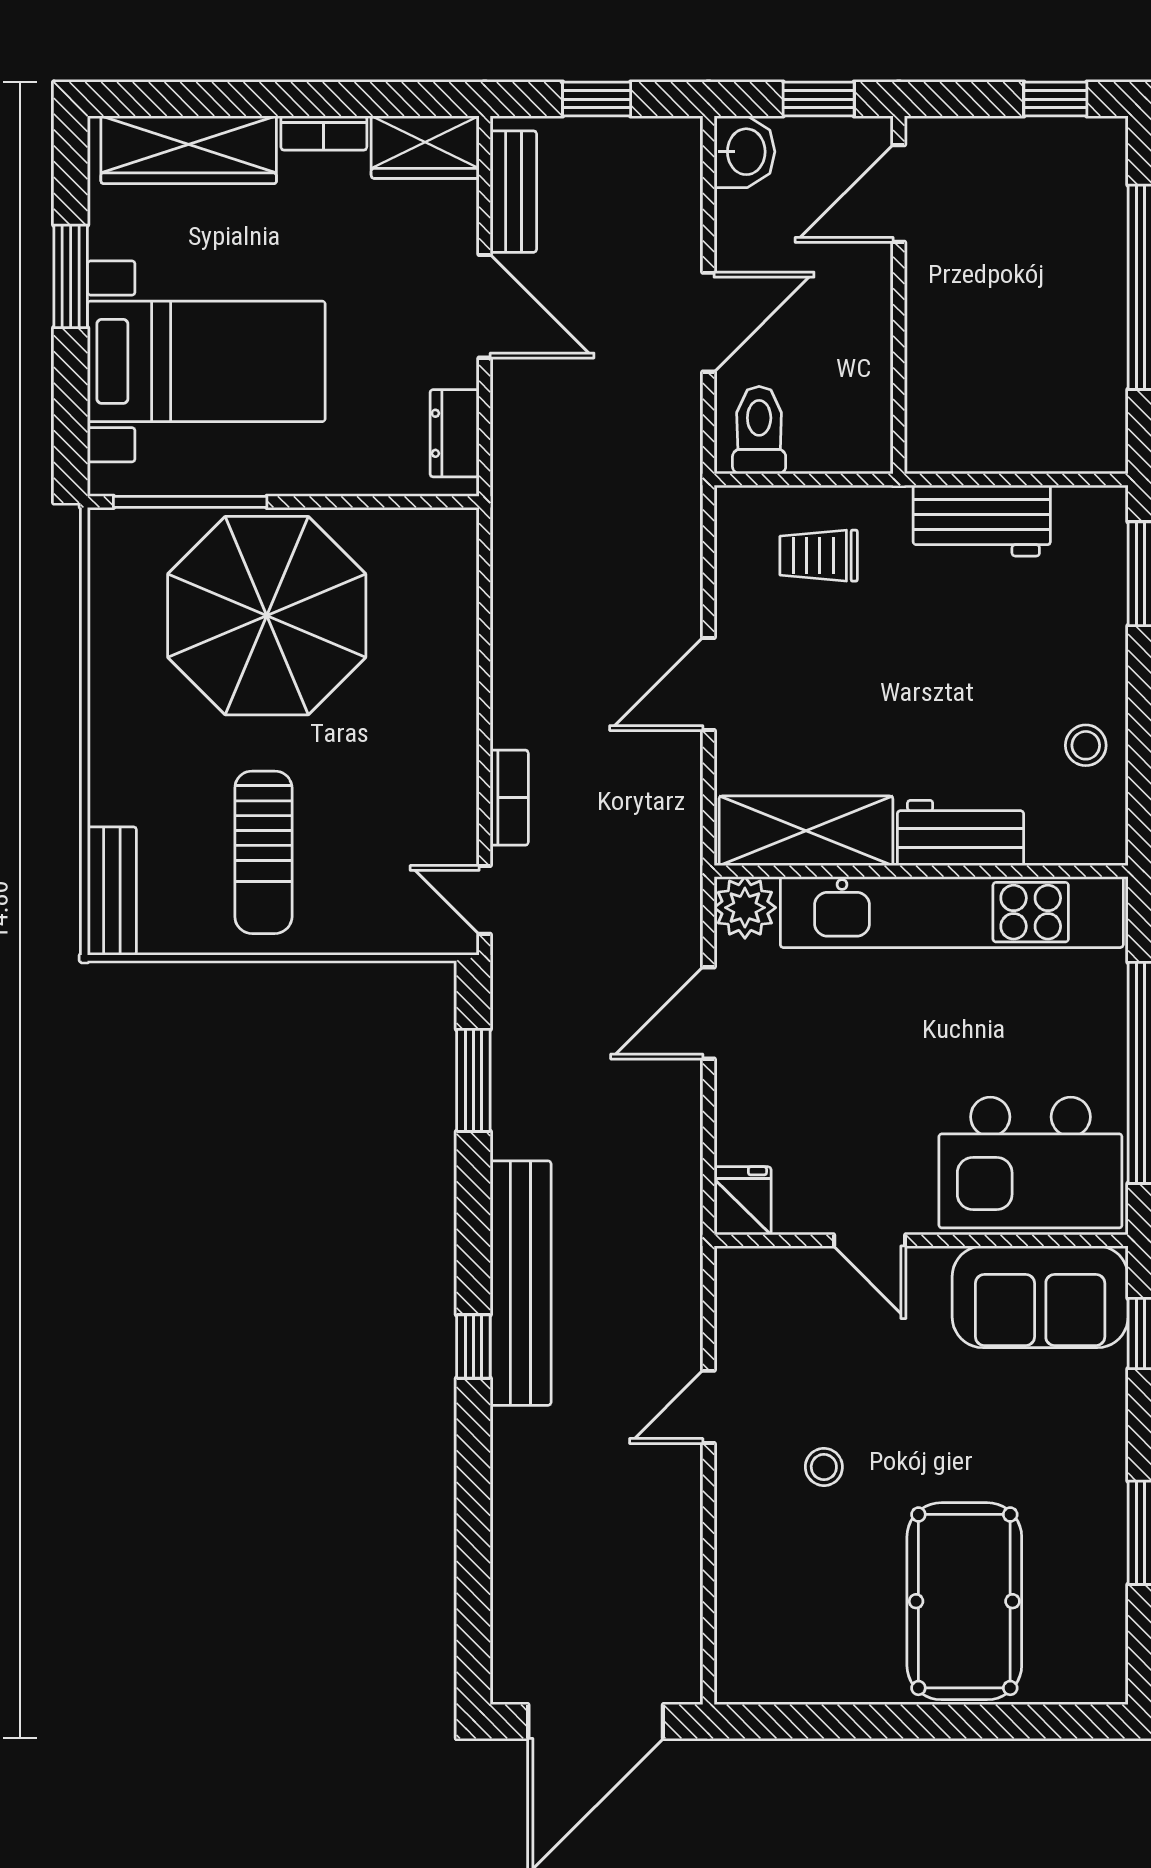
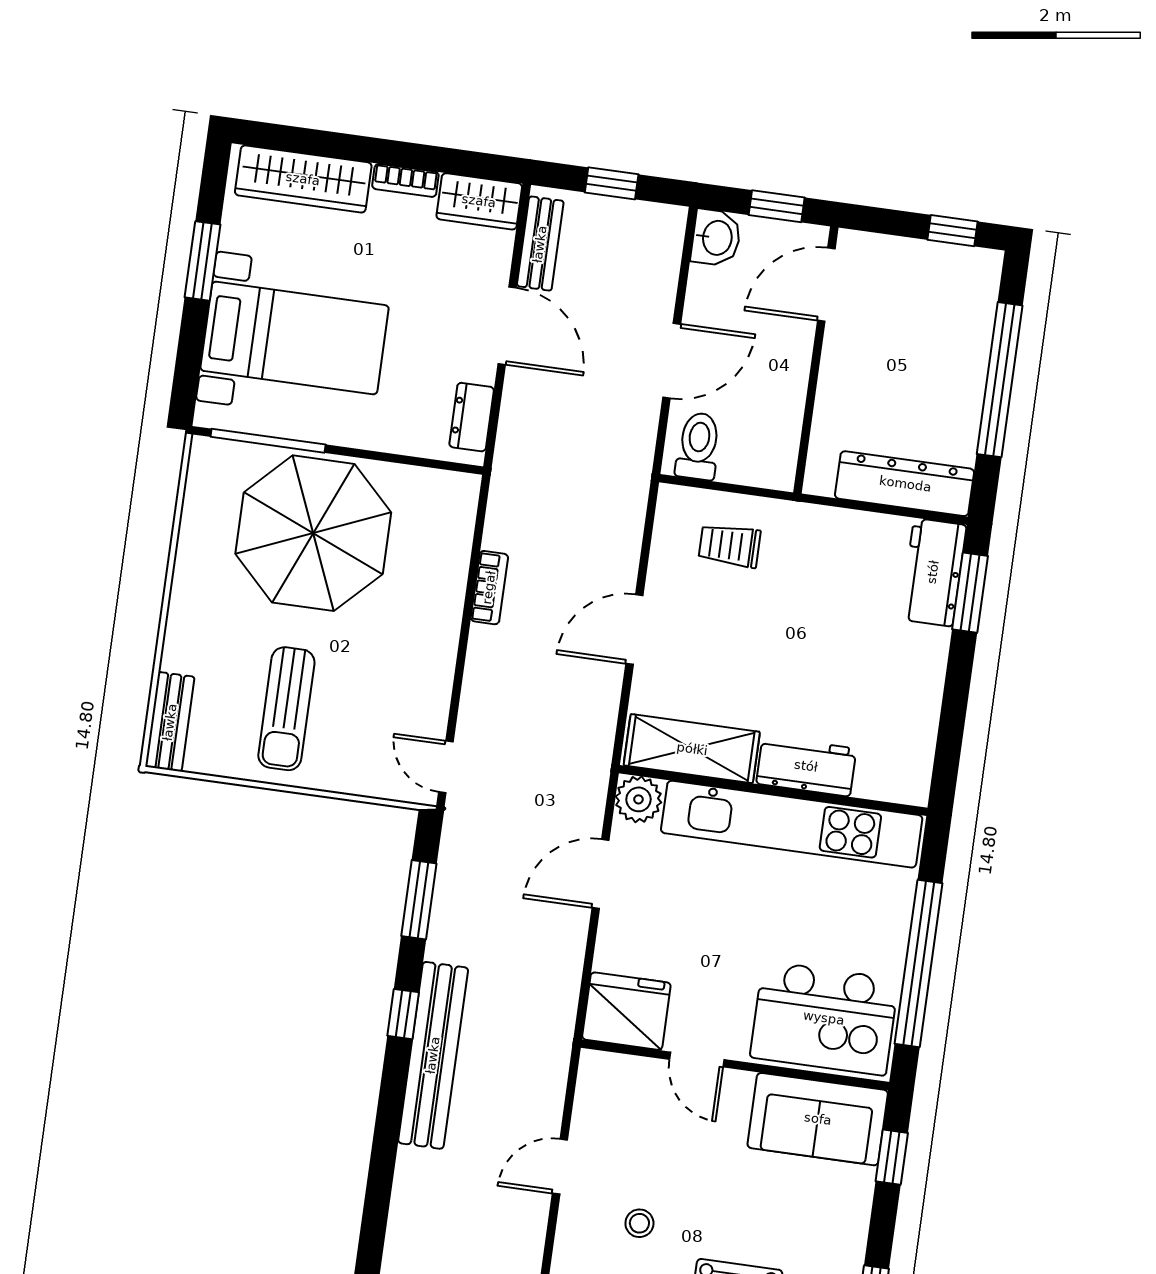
dresser: (1038, 442) -> (905, 484), added
workbench: (982, 521) -> (933, 572), moved, turned 90
stool: (1086, 745) -> (908, 714), removed
bookcase: (509, 798) -> (489, 588), moved
fridge: (743, 1201) -> (626, 1011), width x1.88, depth x1.34
window: (473, 1346) -> (403, 1014), moved

